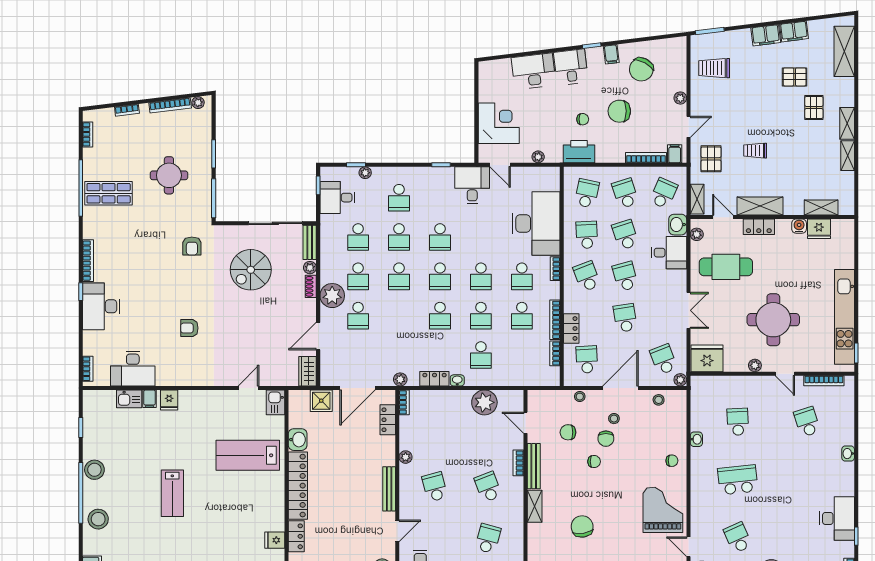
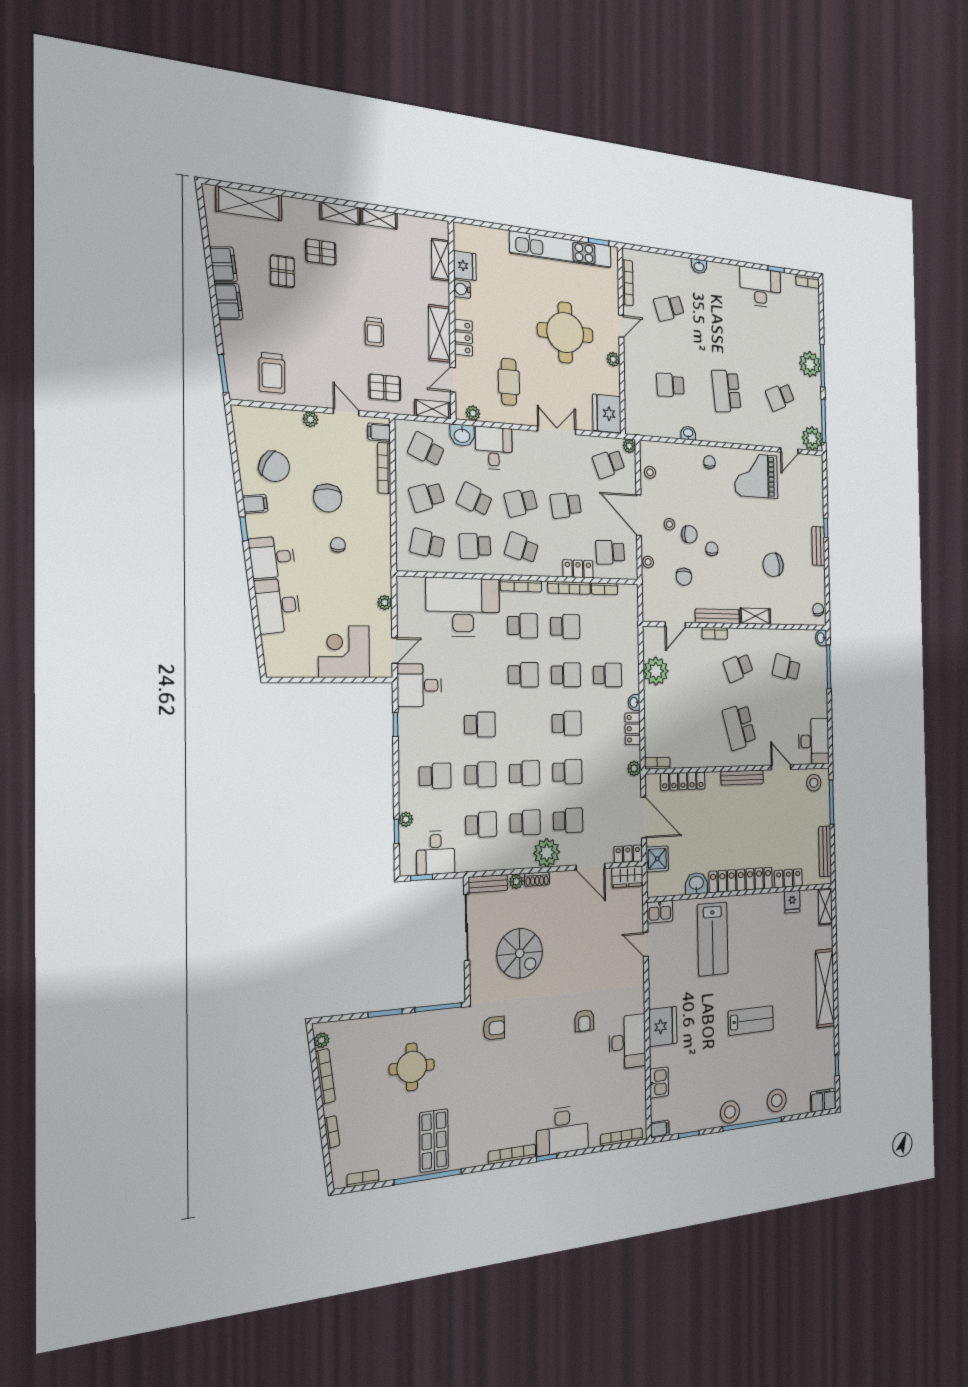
printer: (579, 152) -> (378, 551), removed
school desk: (625, 235) -> (475, 500), turned 42
cafe table: (726, 267) -> (509, 382), width x0.73, depth x0.74
bookcase: (555, 269) -> (521, 586), width x1.56
school desk: (440, 276) -> (567, 772), moved
school desk: (587, 276) -> (522, 548), turned 39
bookcase: (88, 369) -> (622, 1137), width x1.56
desk: (133, 369) -> (627, 1042), moved
locker: (327, 372) -> (628, 854), added
filing cabinet: (149, 399) -> (660, 1129), moved
fridge: (169, 400) -> (663, 1026), width x1.88, depth x1.34
locker: (388, 420) -> (683, 781), width x1.53
plant: (406, 457) -> (711, 760), removed
school desk: (435, 487) -> (739, 727), width x1.85

